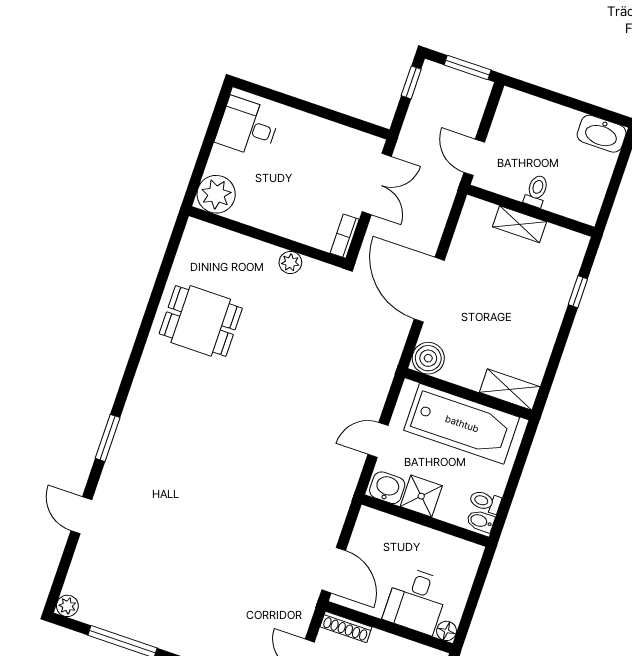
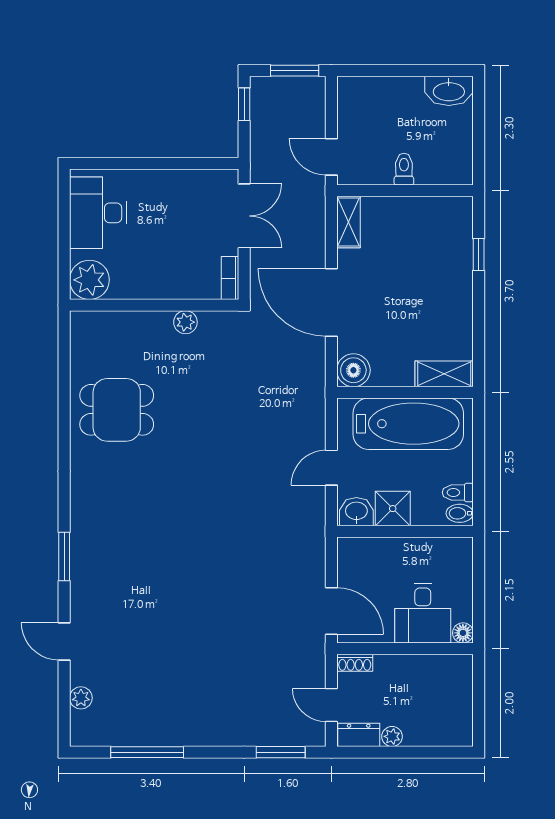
desk: (248, 127) -> (98, 213), width x1.37
shelving: (520, 224) -> (348, 222), moved, turned 90
plant: (67, 606) -> (81, 698), moved
shoe rack: (346, 627) -> (355, 663), width x0.70

